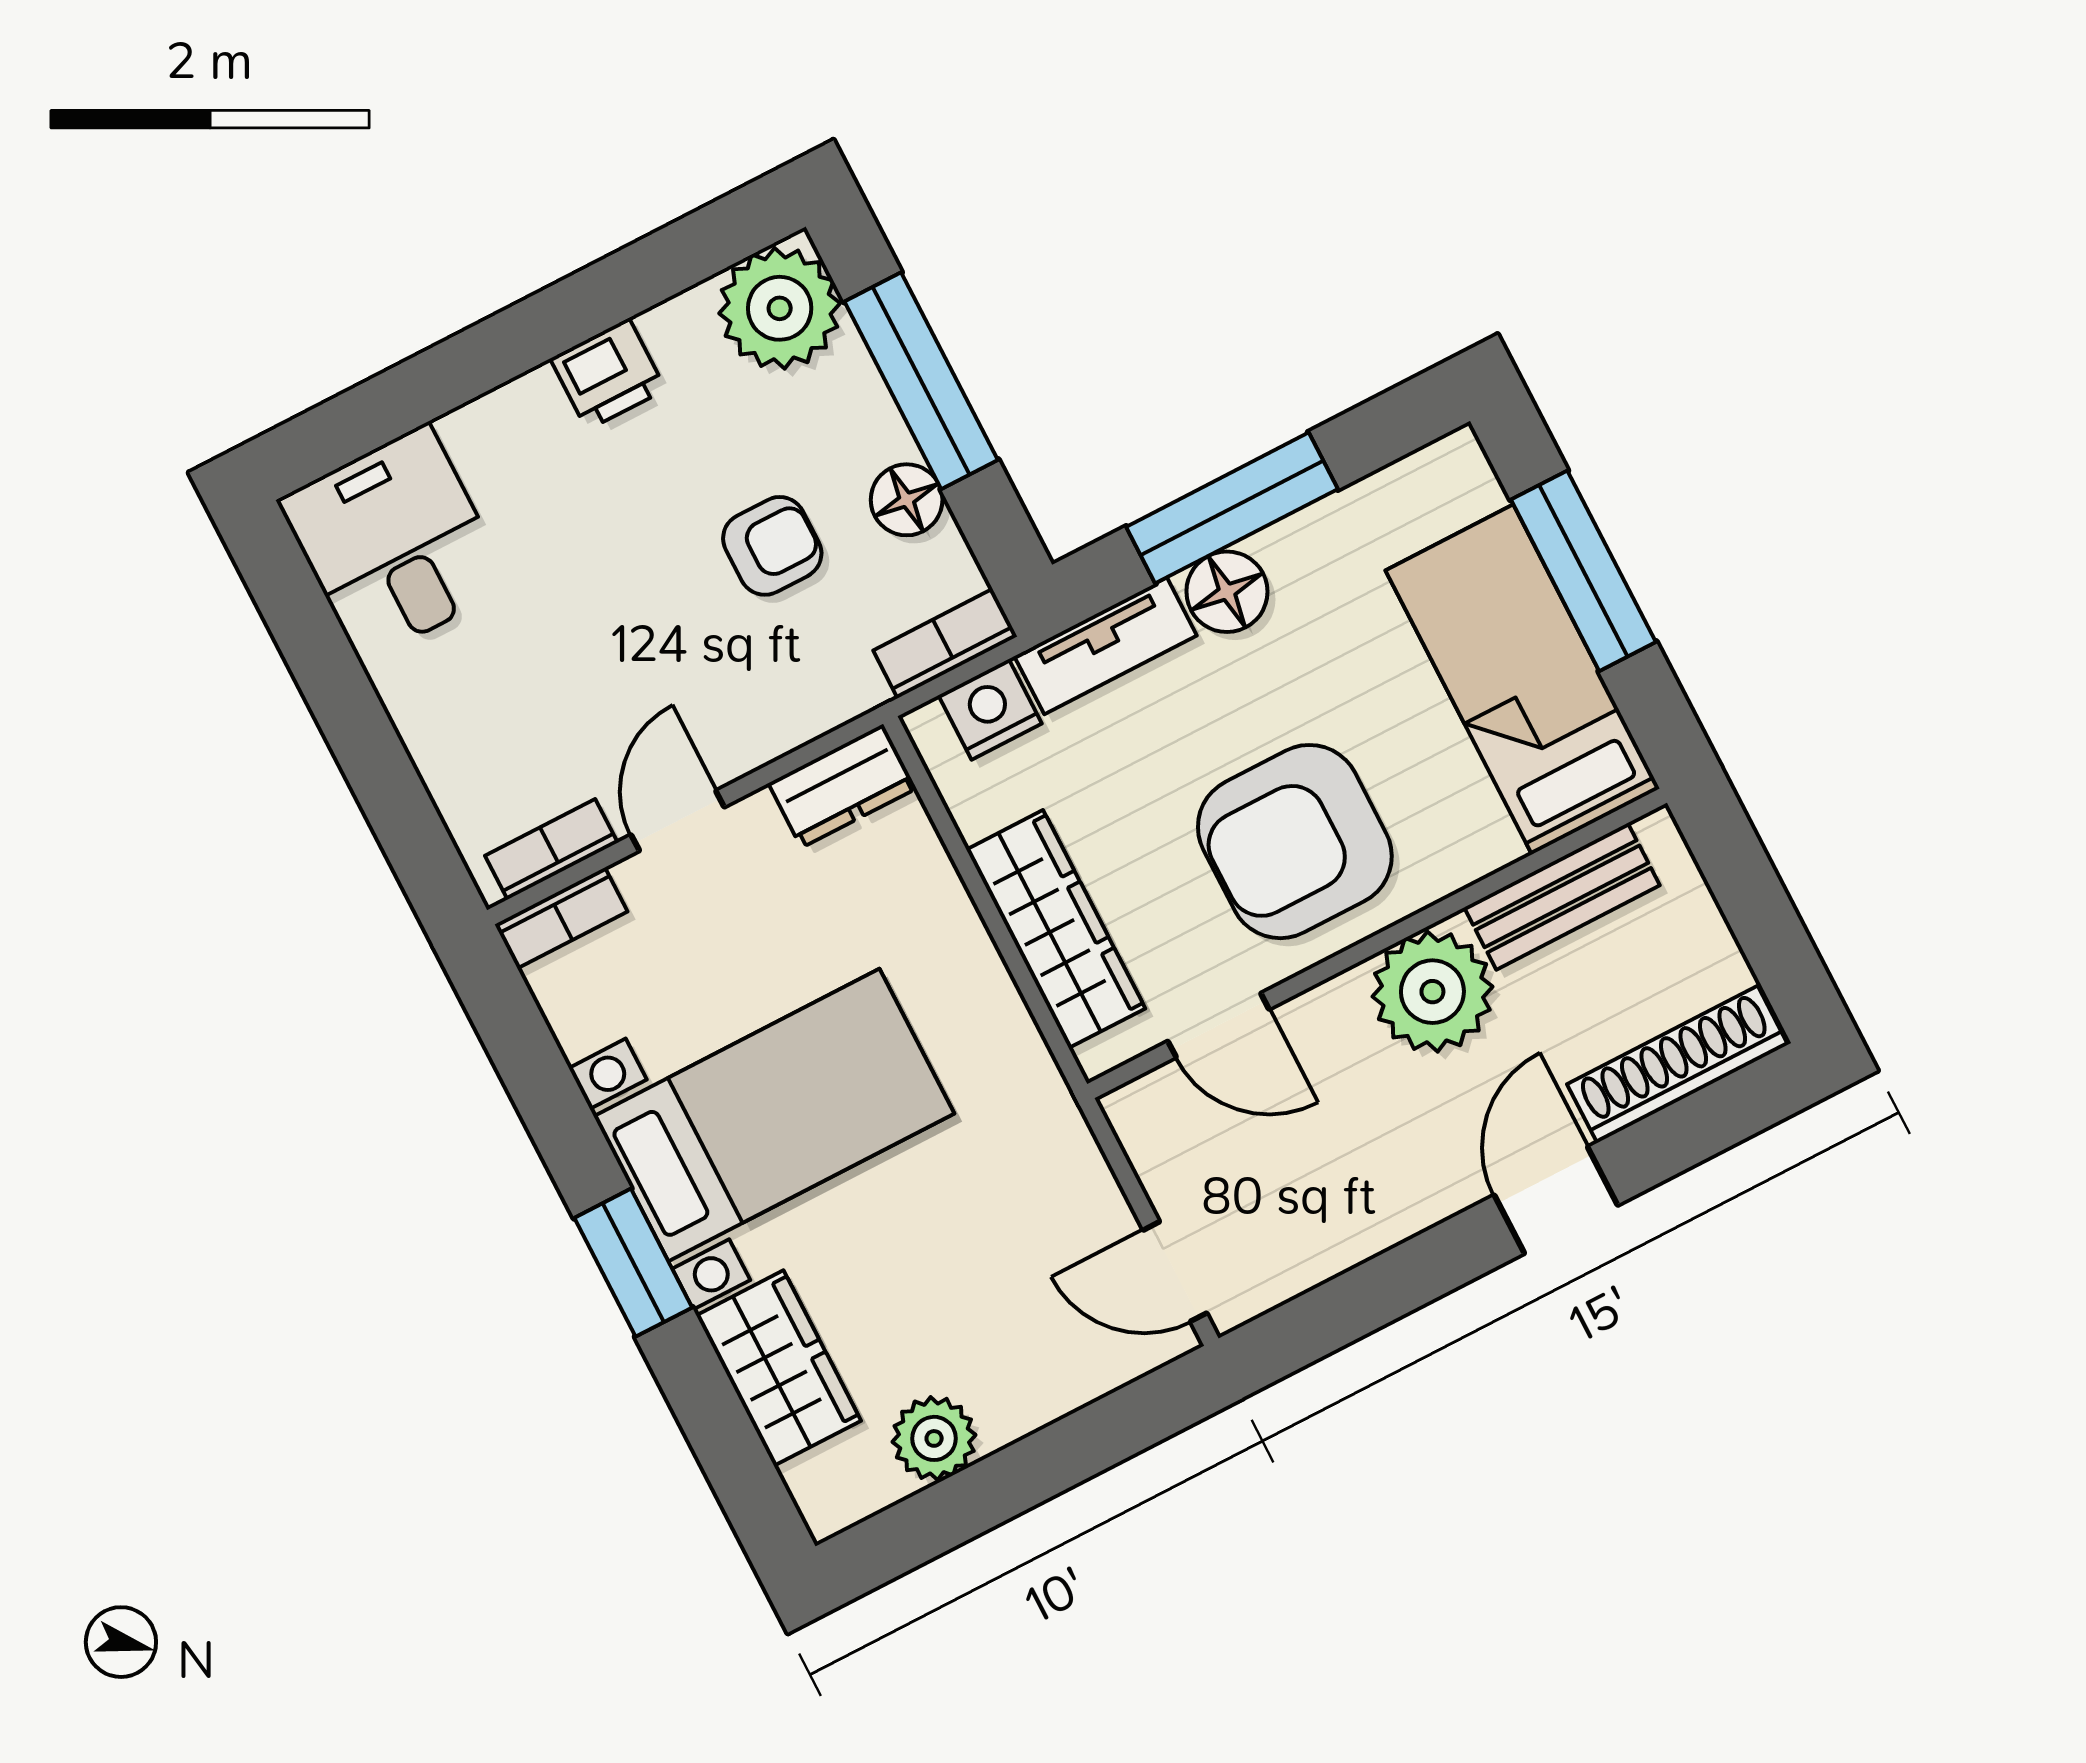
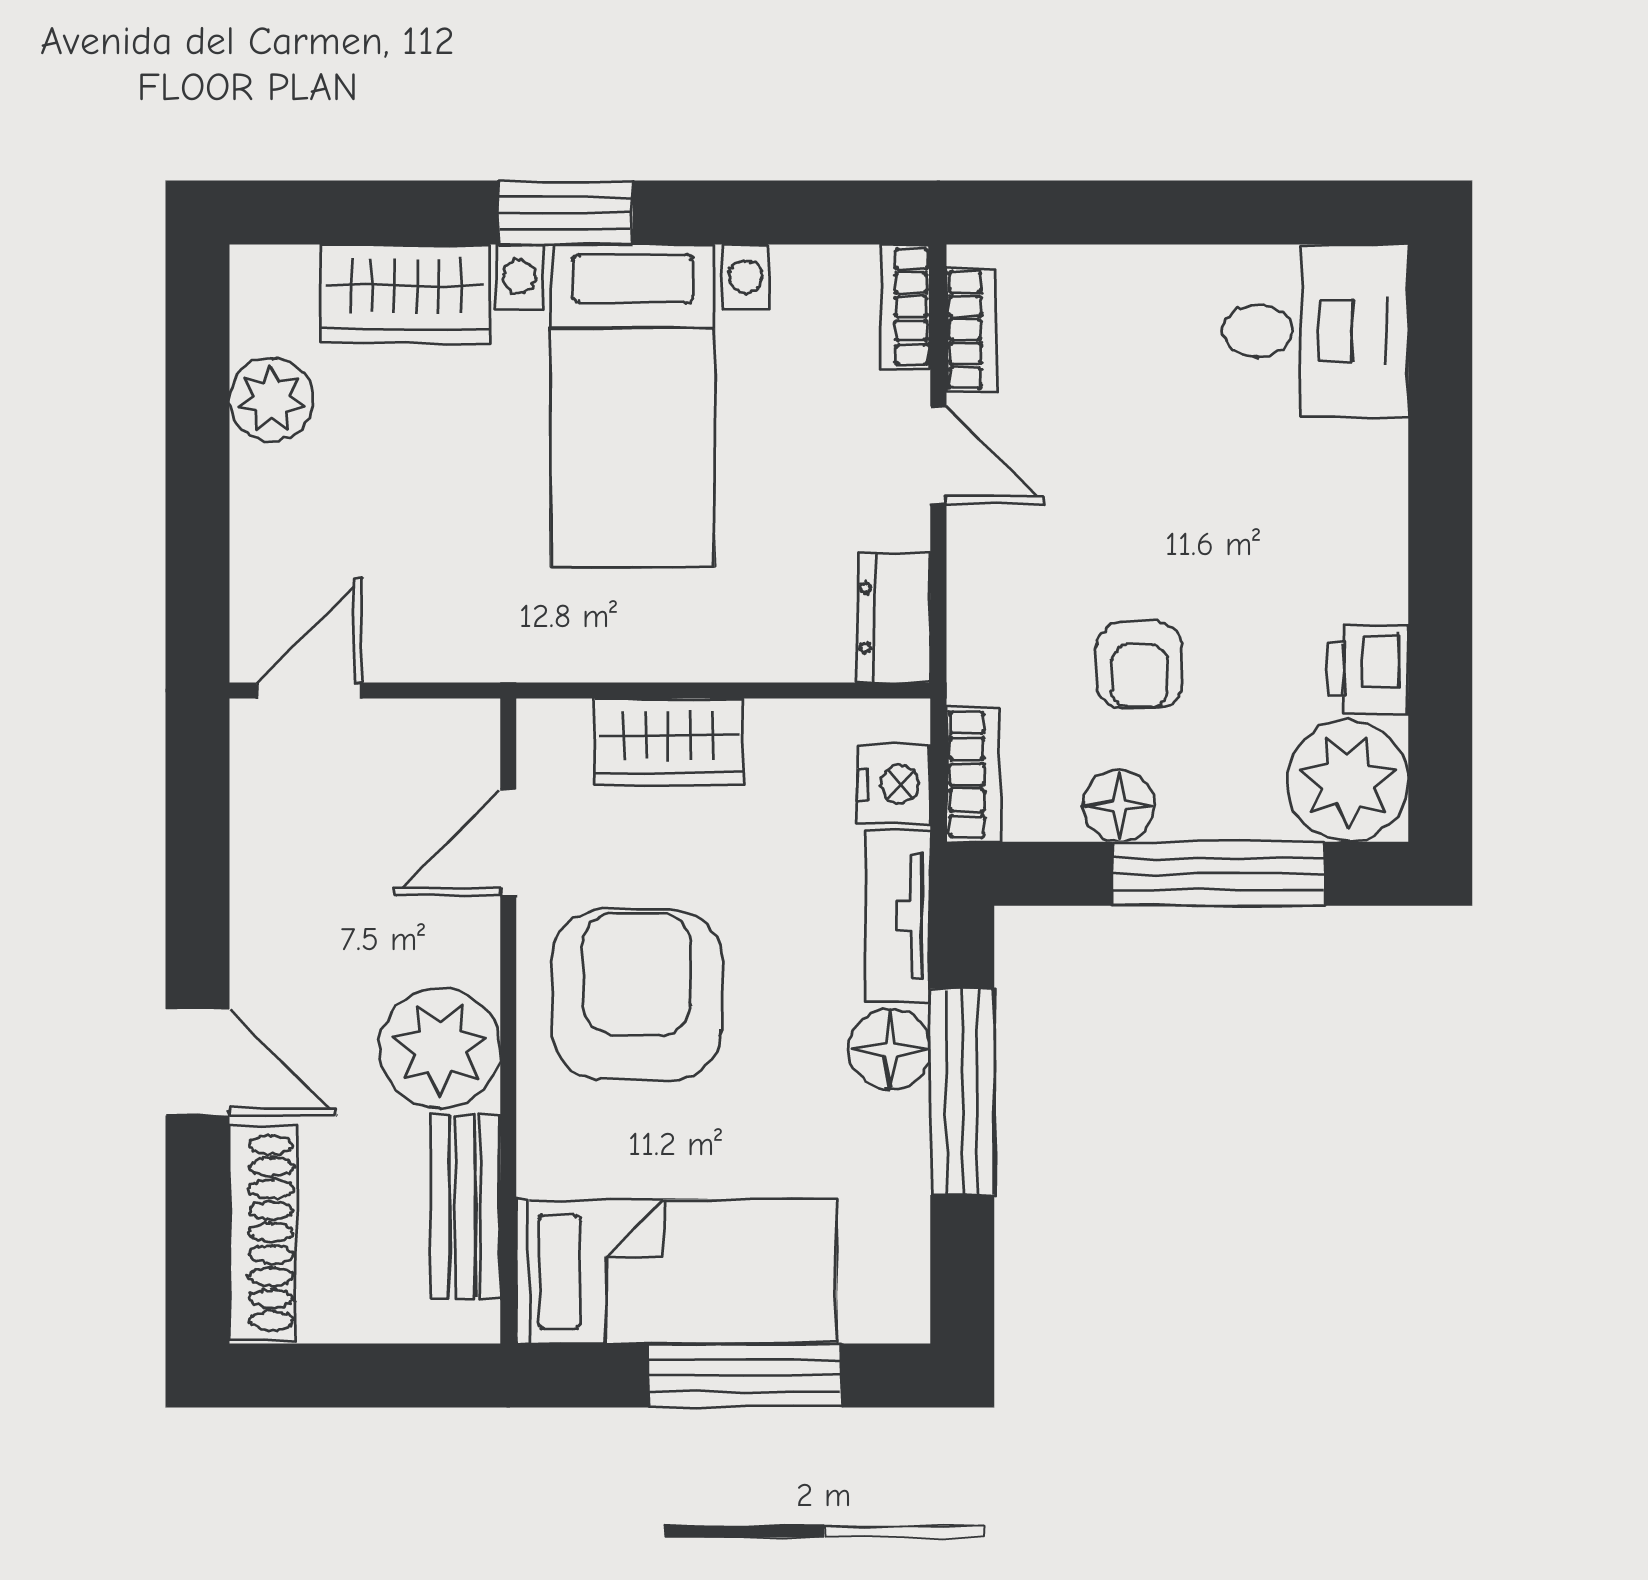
printer: (608, 374) -> (1368, 669), moved
wardrobe: (1056, 929) -> (668, 742), width x0.67

